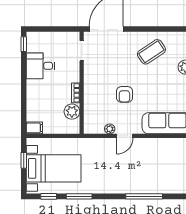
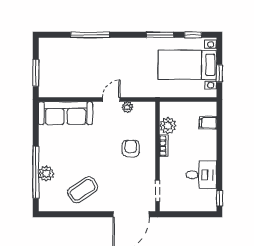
armchair: (124, 94) -> (131, 149), moved
filing cabinet: (34, 128) -> (208, 123), moved

